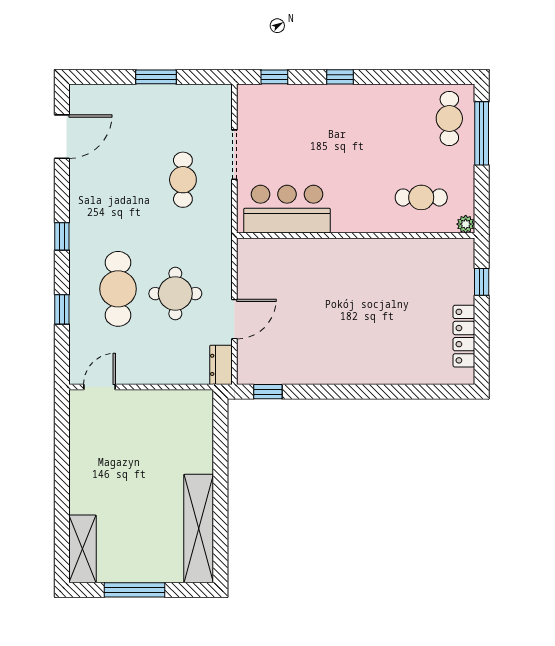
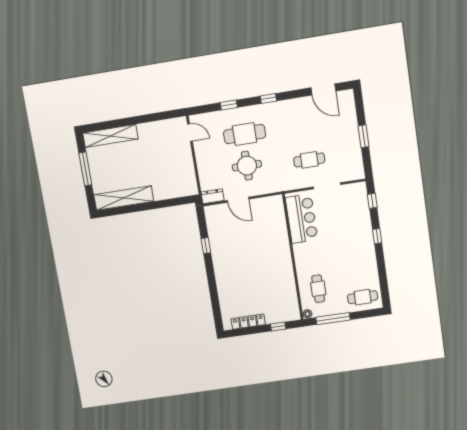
window: (482, 133) -> (333, 319), moved
window: (268, 392) -> (206, 246), moved
shelving: (82, 549) -> (110, 136), width x1.47

